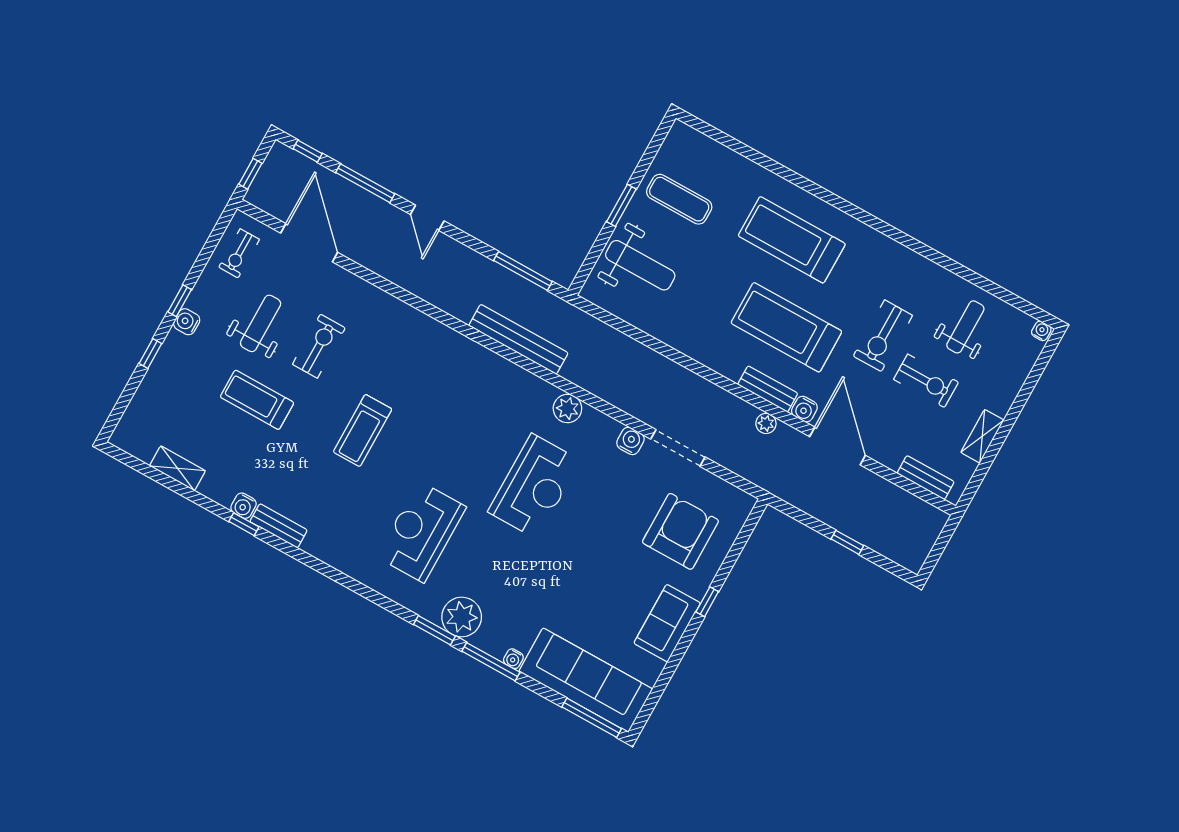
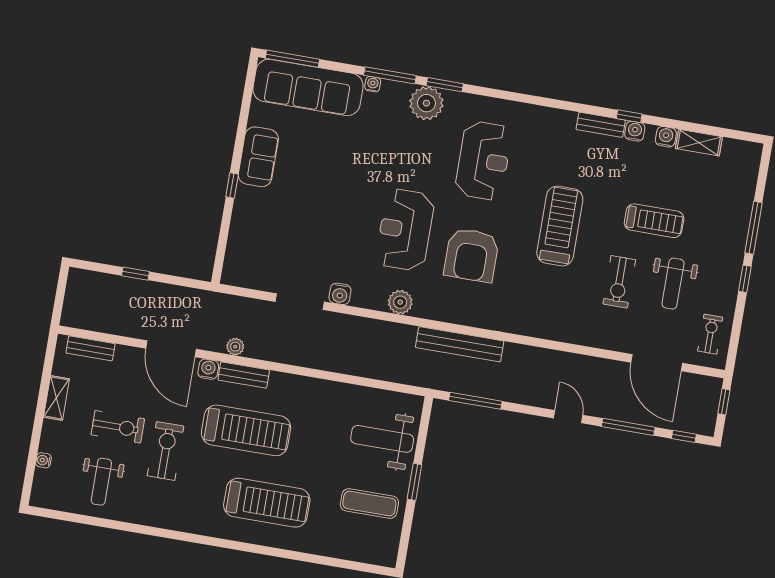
water cooler: (187, 322) -> (666, 137), moved, turned -90
water cooler: (1041, 331) -> (43, 460), moved, turned 90
window: (150, 353) -> (754, 228), width x2.17
exercise bike: (926, 381) -> (118, 427), turned 180
treadmill: (363, 430) -> (560, 226), width x1.37, depth x1.38
armchair: (680, 531) -> (471, 255), moved

